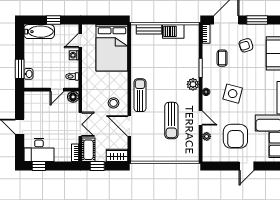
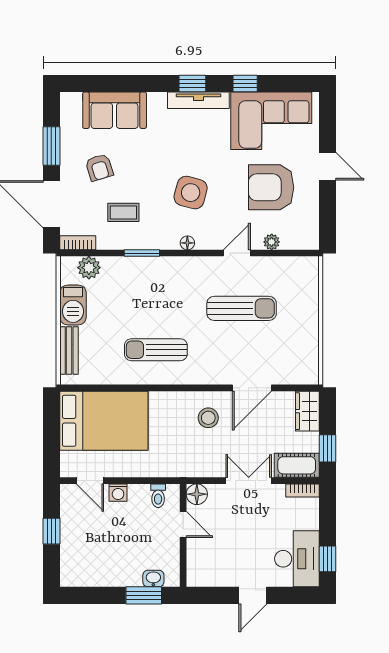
bathtub: (39, 32) -> (73, 558), removed
plant: (193, 84) -> (89, 268), moved
sun lounger: (140, 95) -> (156, 350), moved
armchair: (235, 136) -> (271, 187), turned 180

